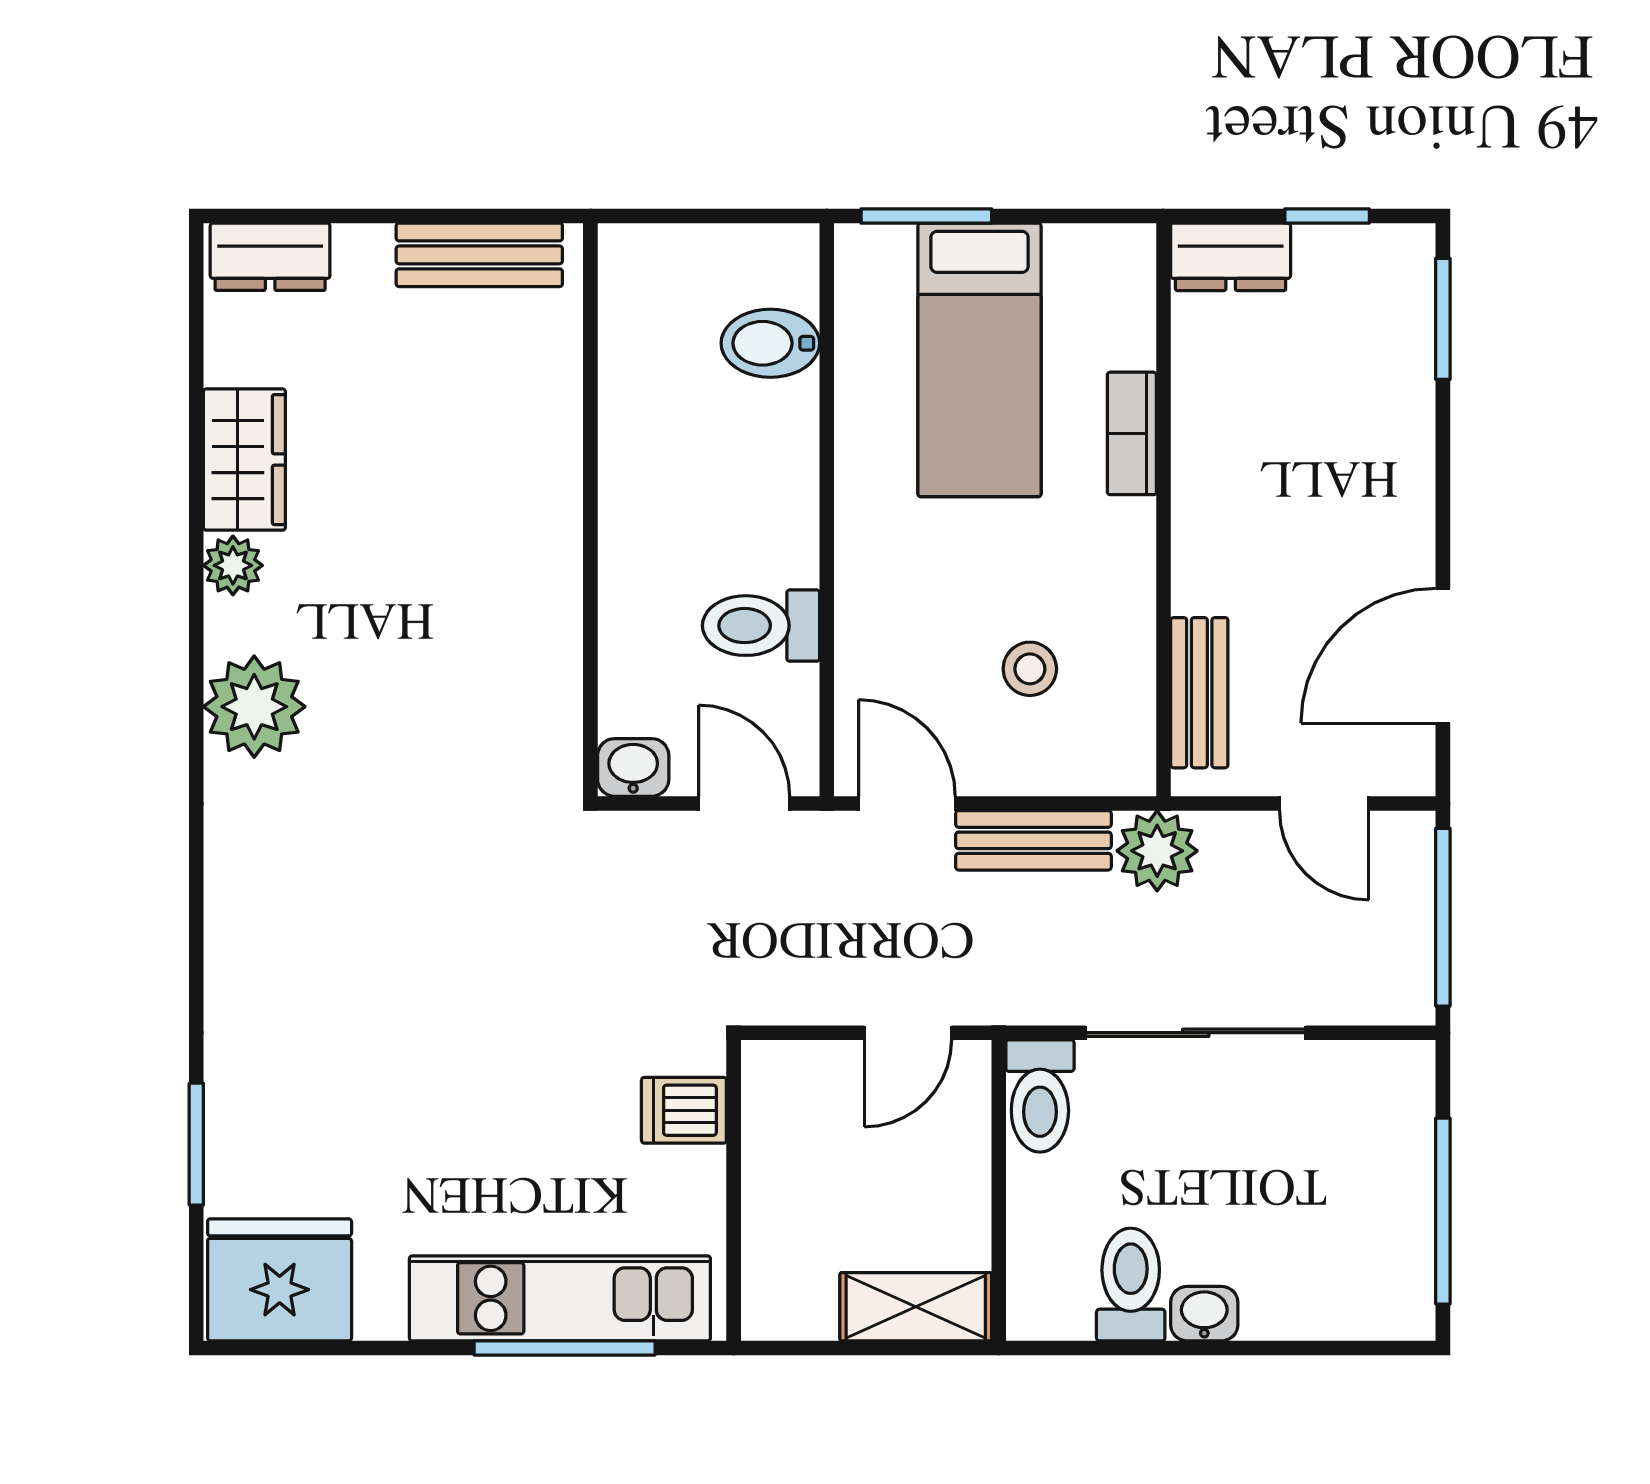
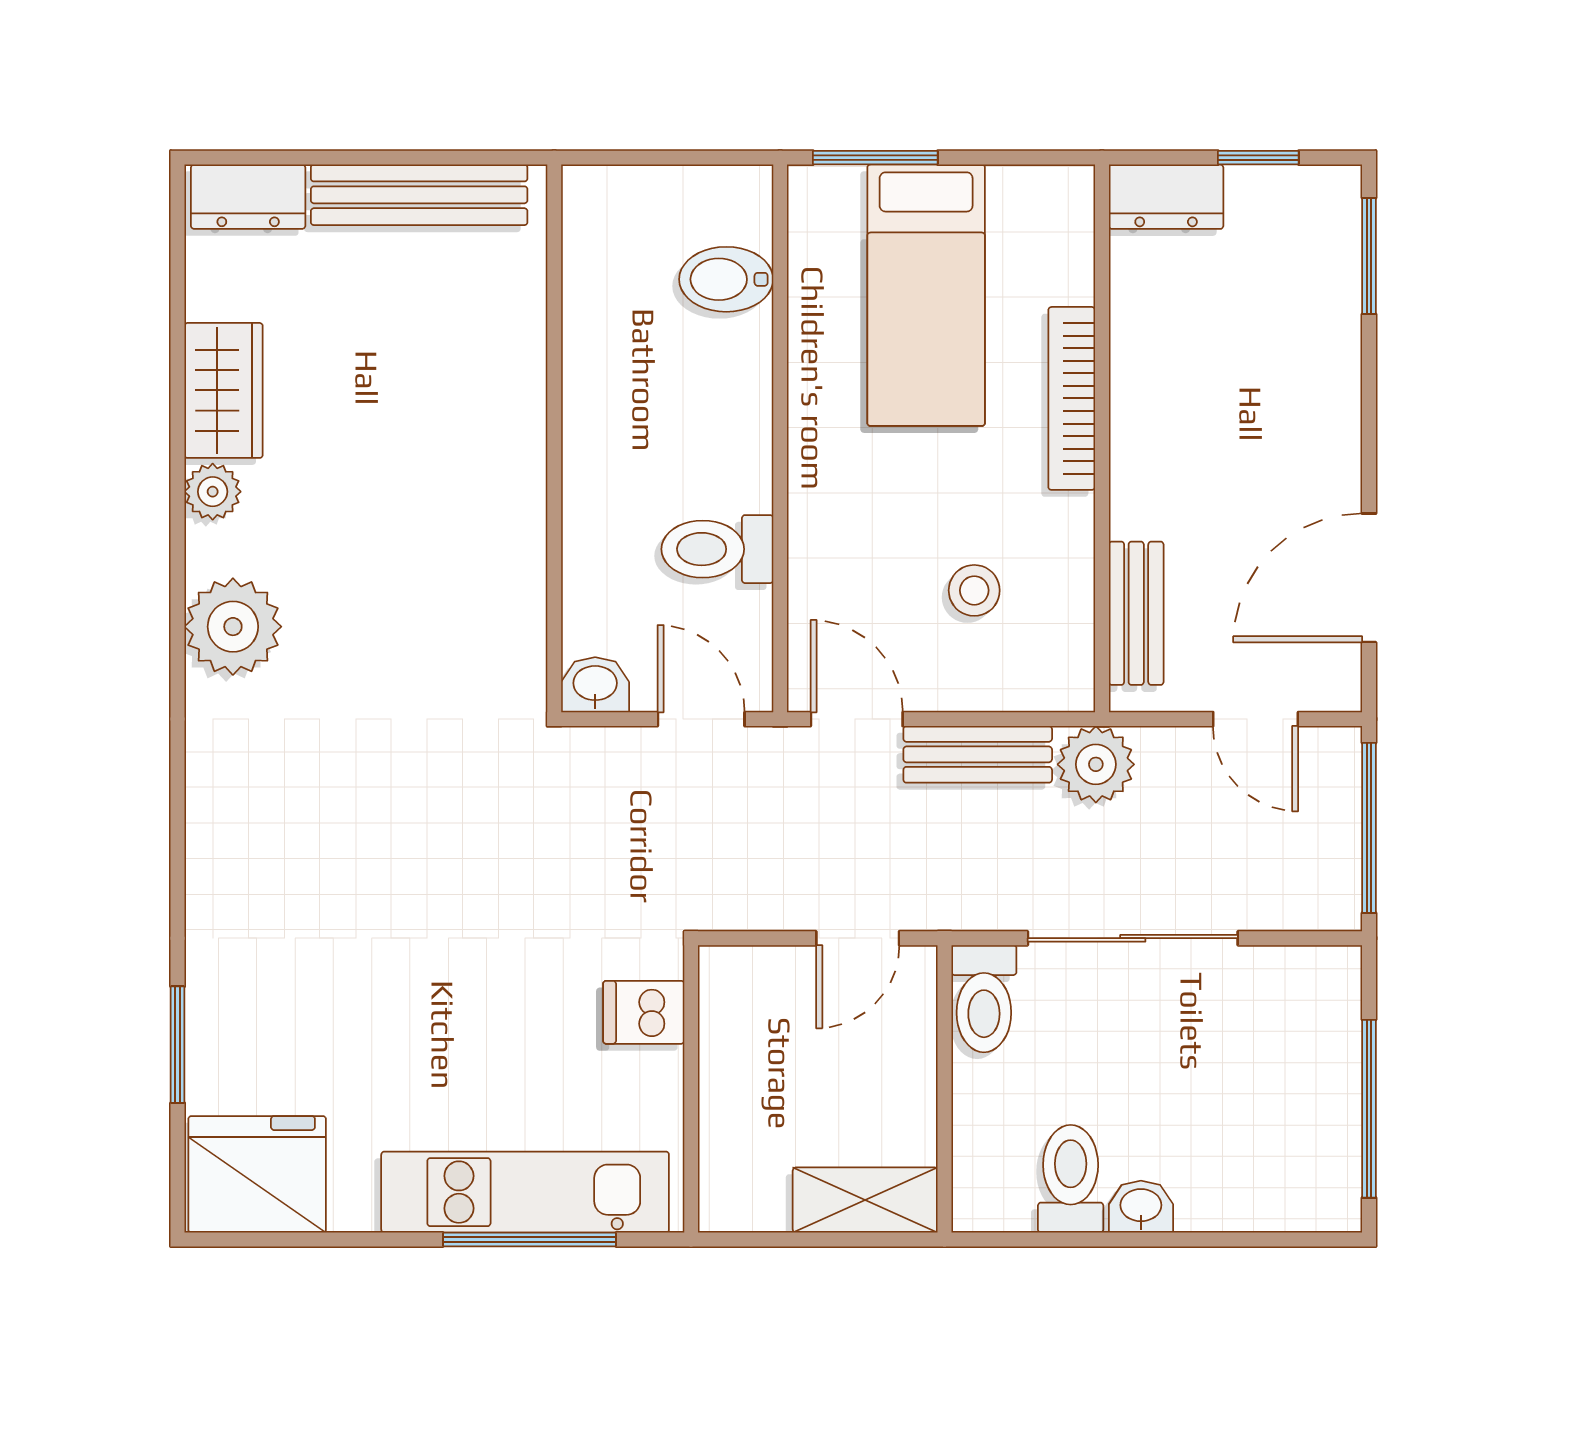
bench: (479, 255) -> (419, 195), width x1.36
bookcase: (1132, 433) -> (1072, 398), width x1.56

